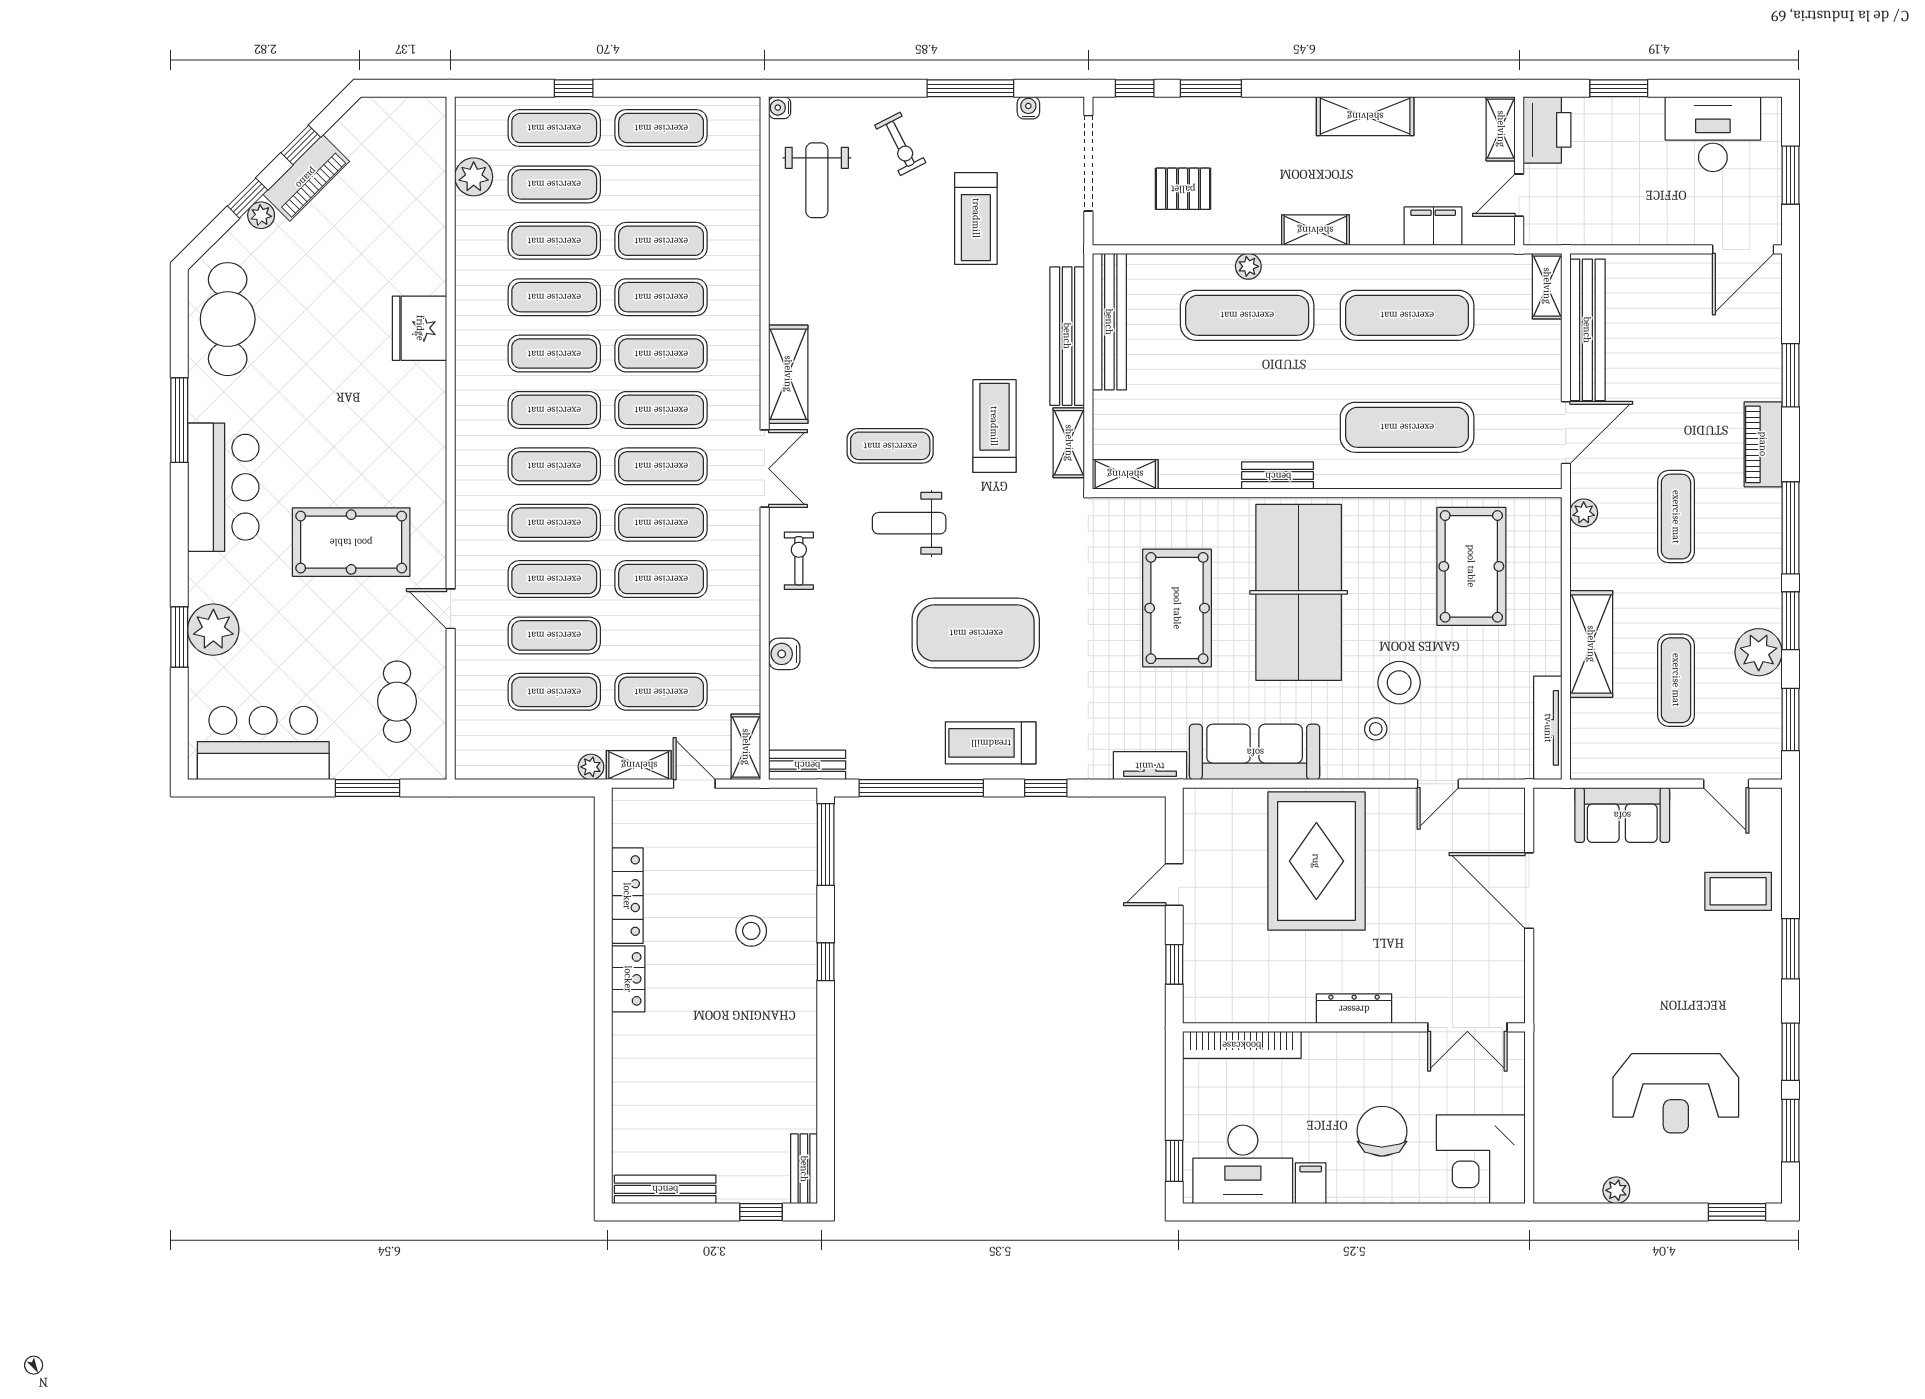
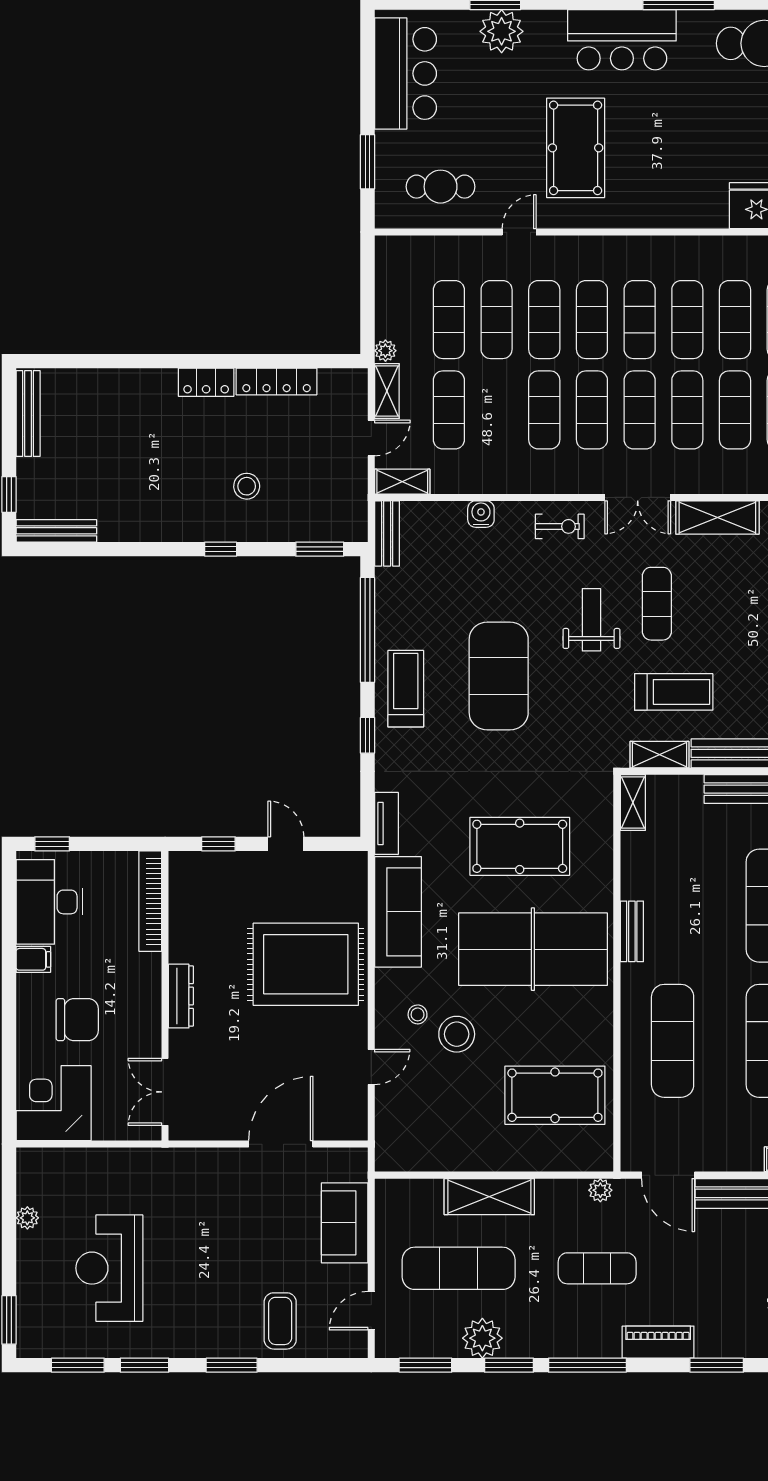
exercise mat: (1676, 680) -> (459, 1268), width x1.36, depth x1.45
tv unit: (1548, 728) -> (418, 1160), removed
door: (1438, 784) -> (371, 1067), swing flipped
window: (826, 845) -> (320, 549), width x0.69
bench: (804, 1169) -> (56, 531), width x1.36

